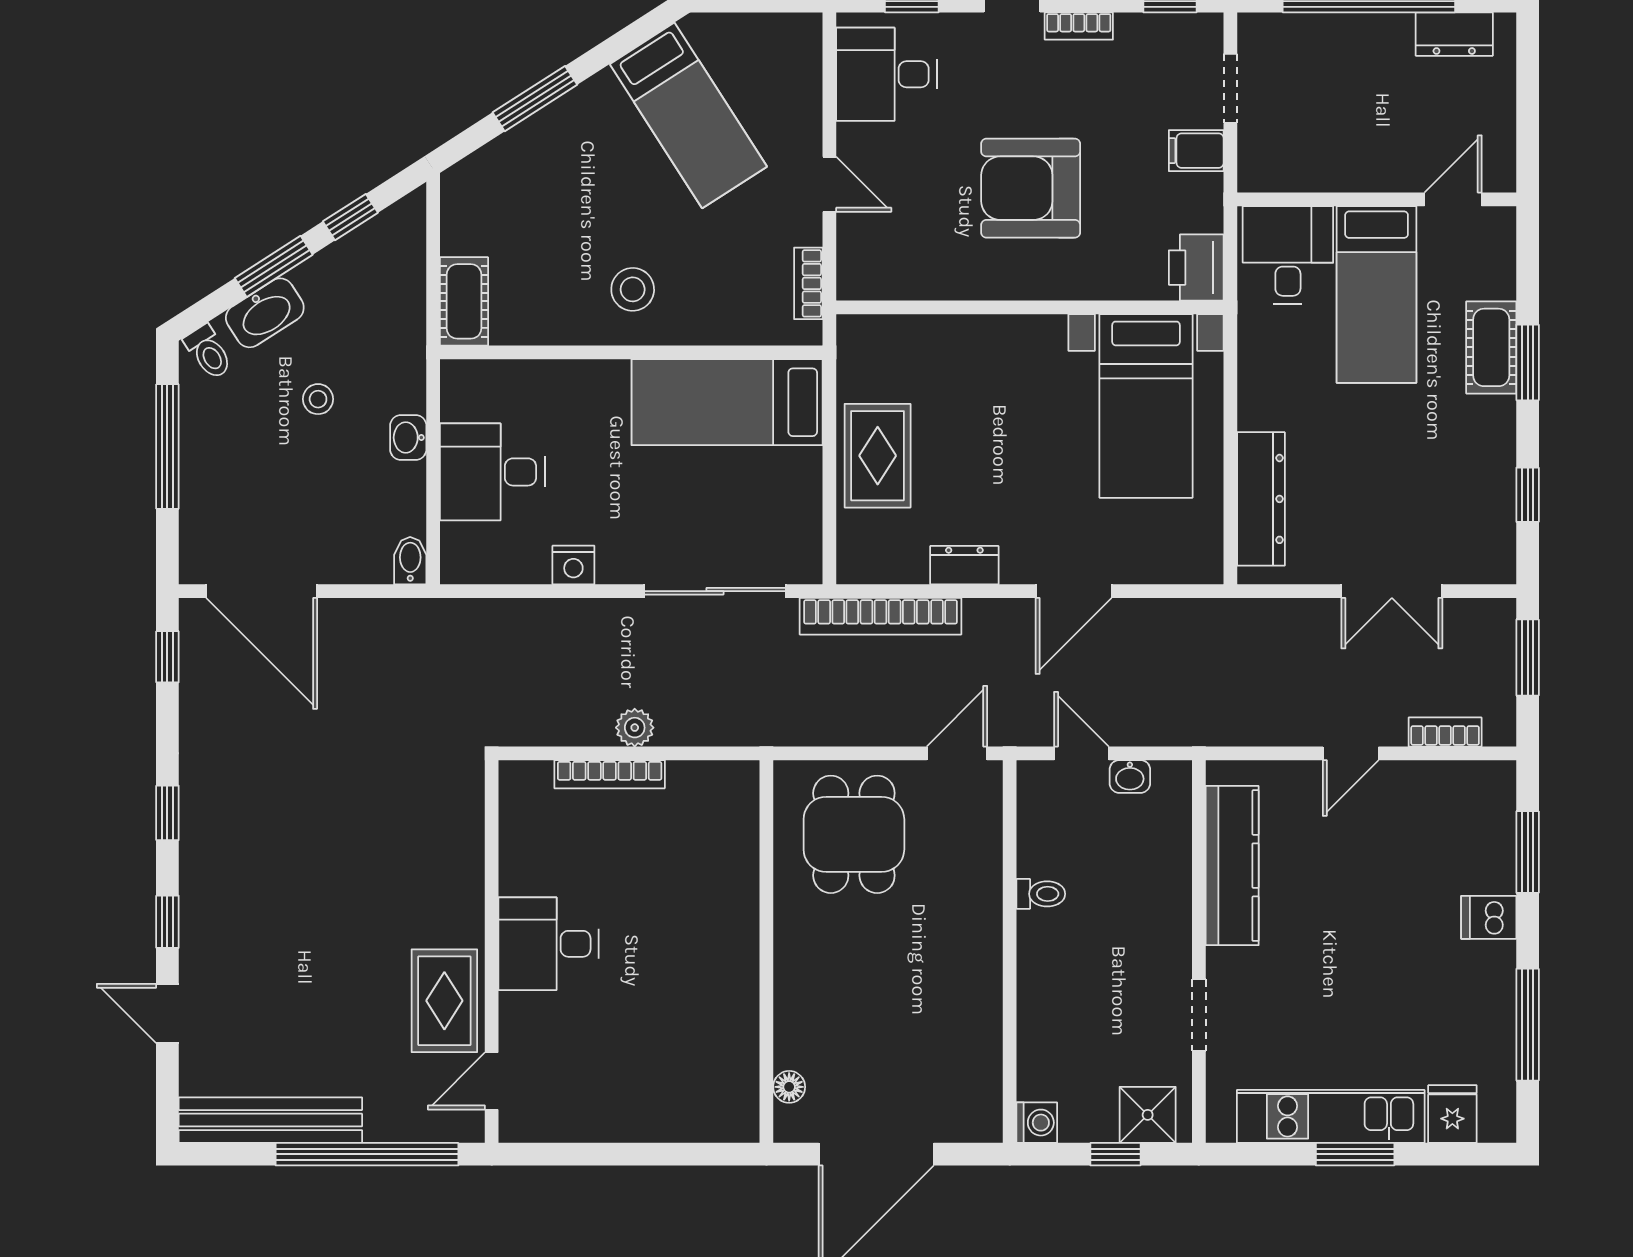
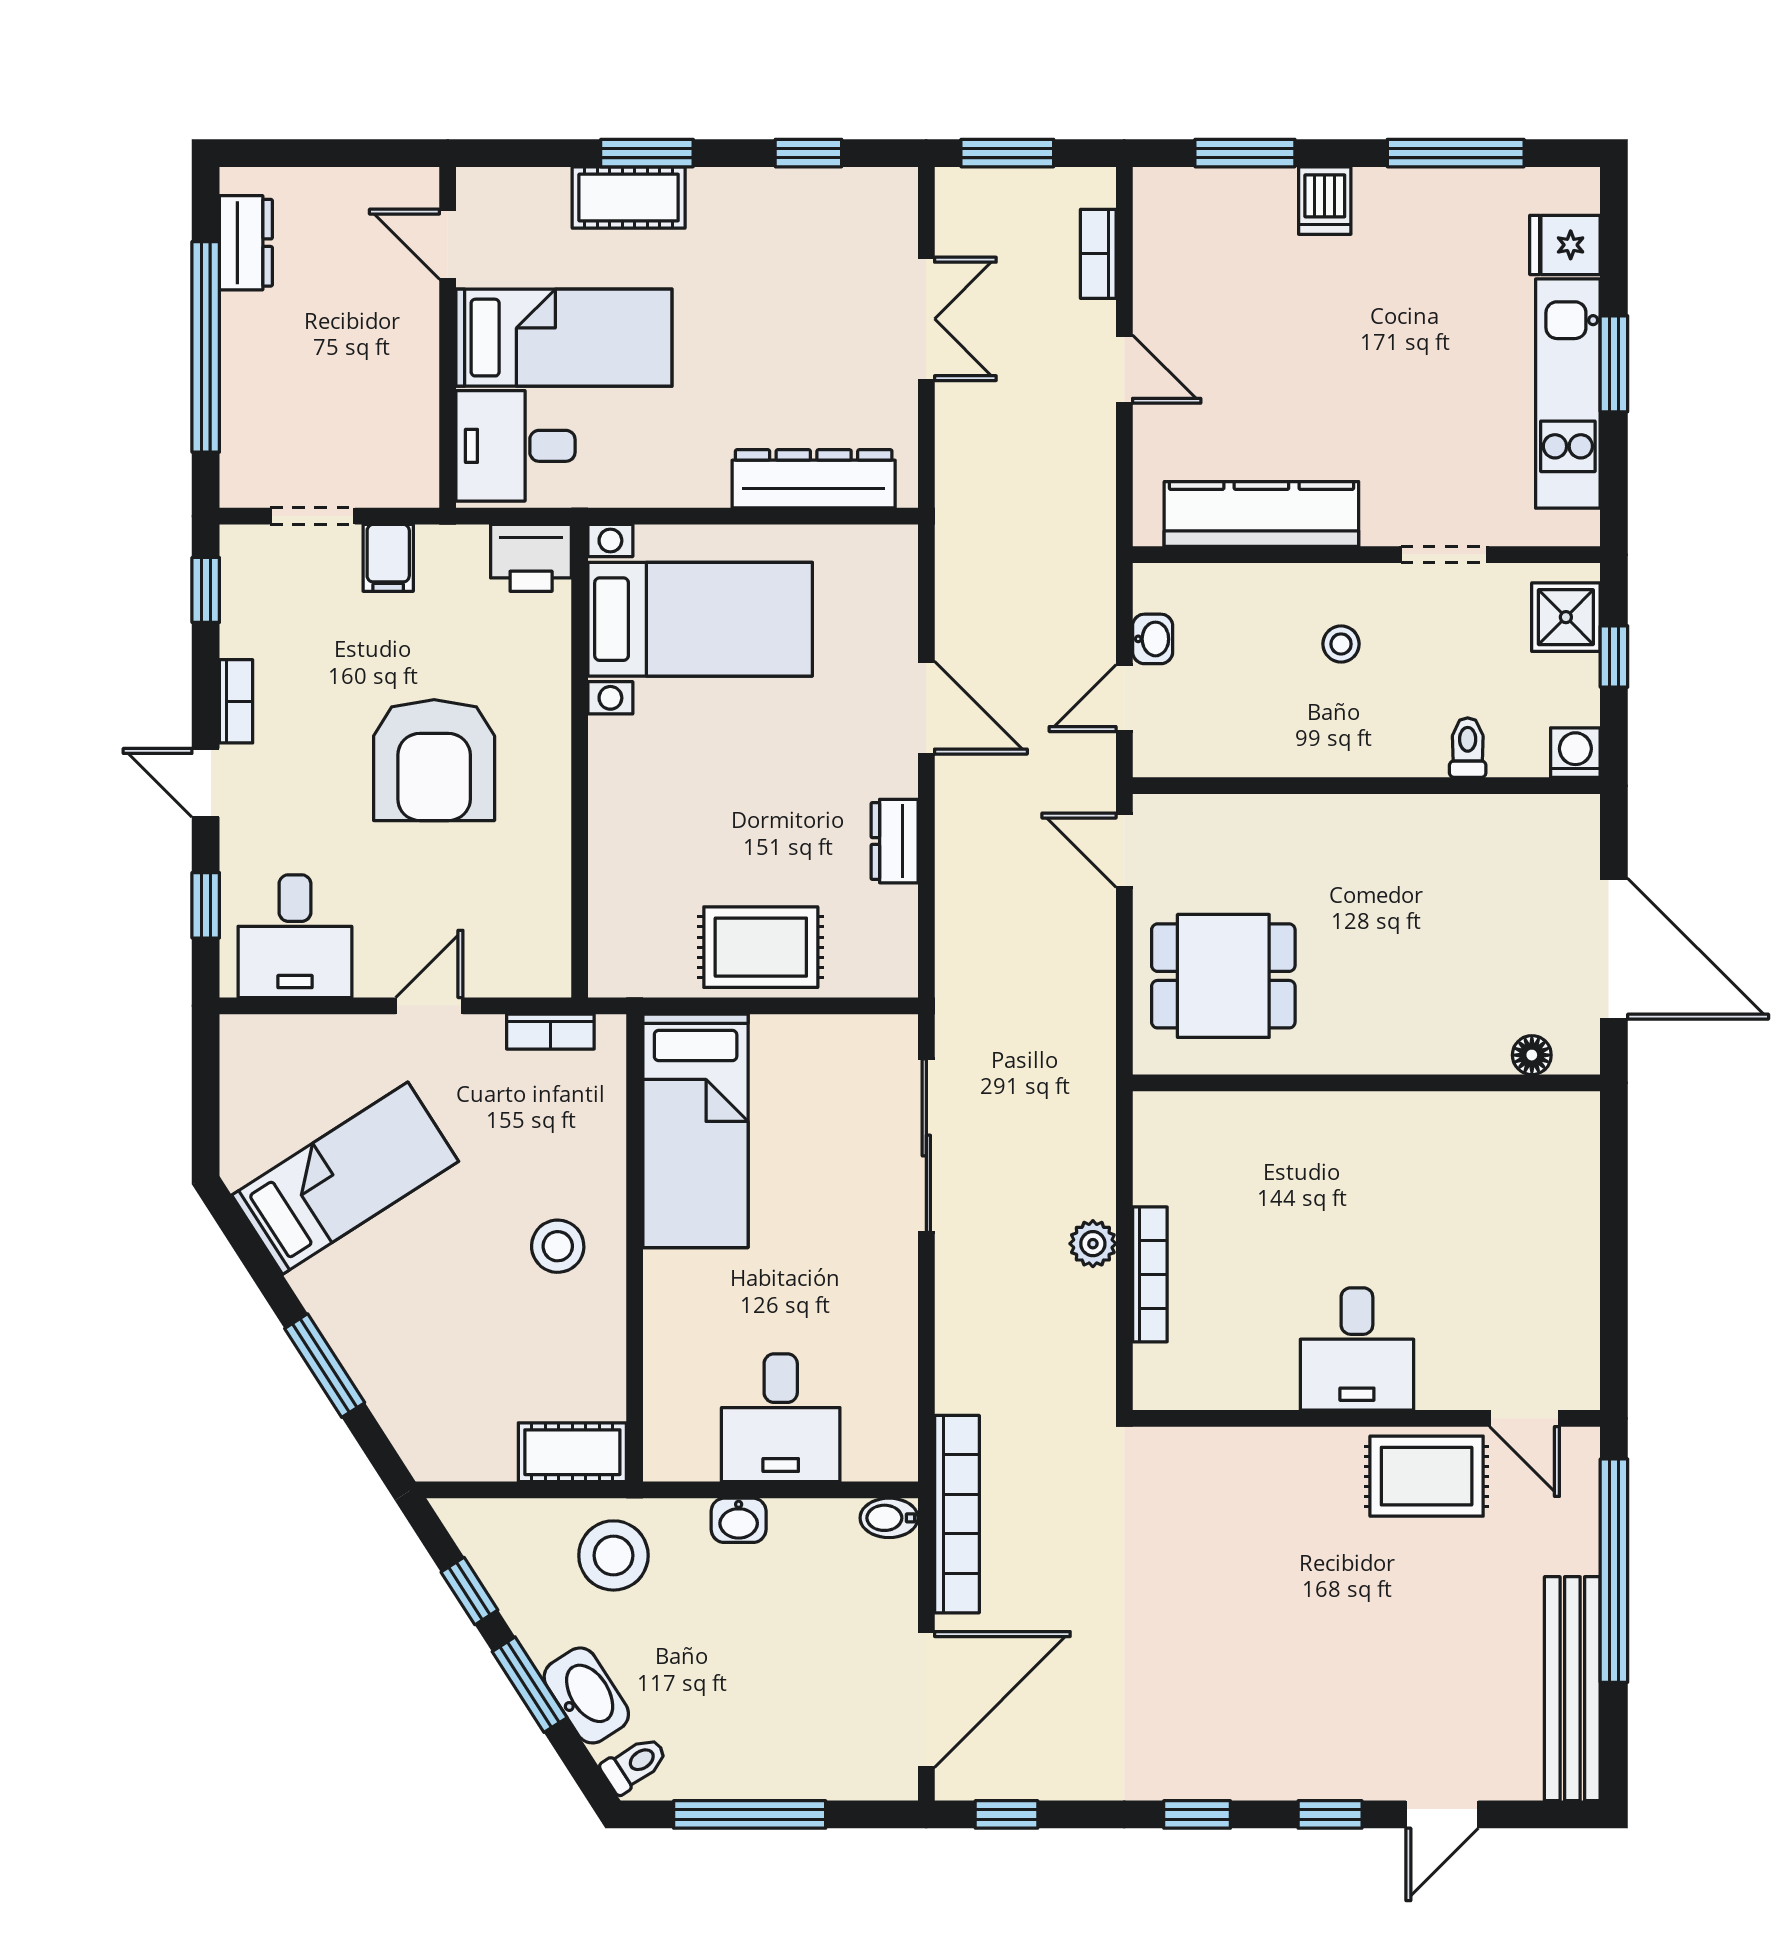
stool: (318, 399) -> (613, 1555), moved, width x1.89, depth x1.89
nightstand: (573, 565) -> (894, 1319), removed
bookcase: (881, 616) -> (957, 1514), moved
toilet: (1041, 894) -> (1468, 748), moved
stool: (1126, 931) -> (1341, 644), added

